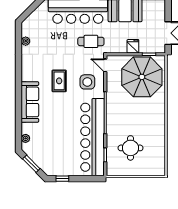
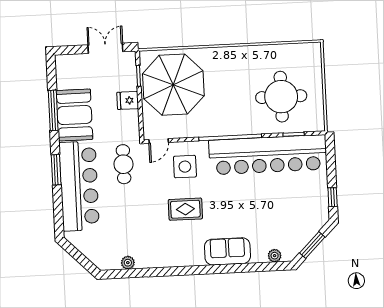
sofa: (30, 102) -> (227, 251), width x0.73
round table: (131, 148) -> (281, 97), width x1.36, depth x1.36

